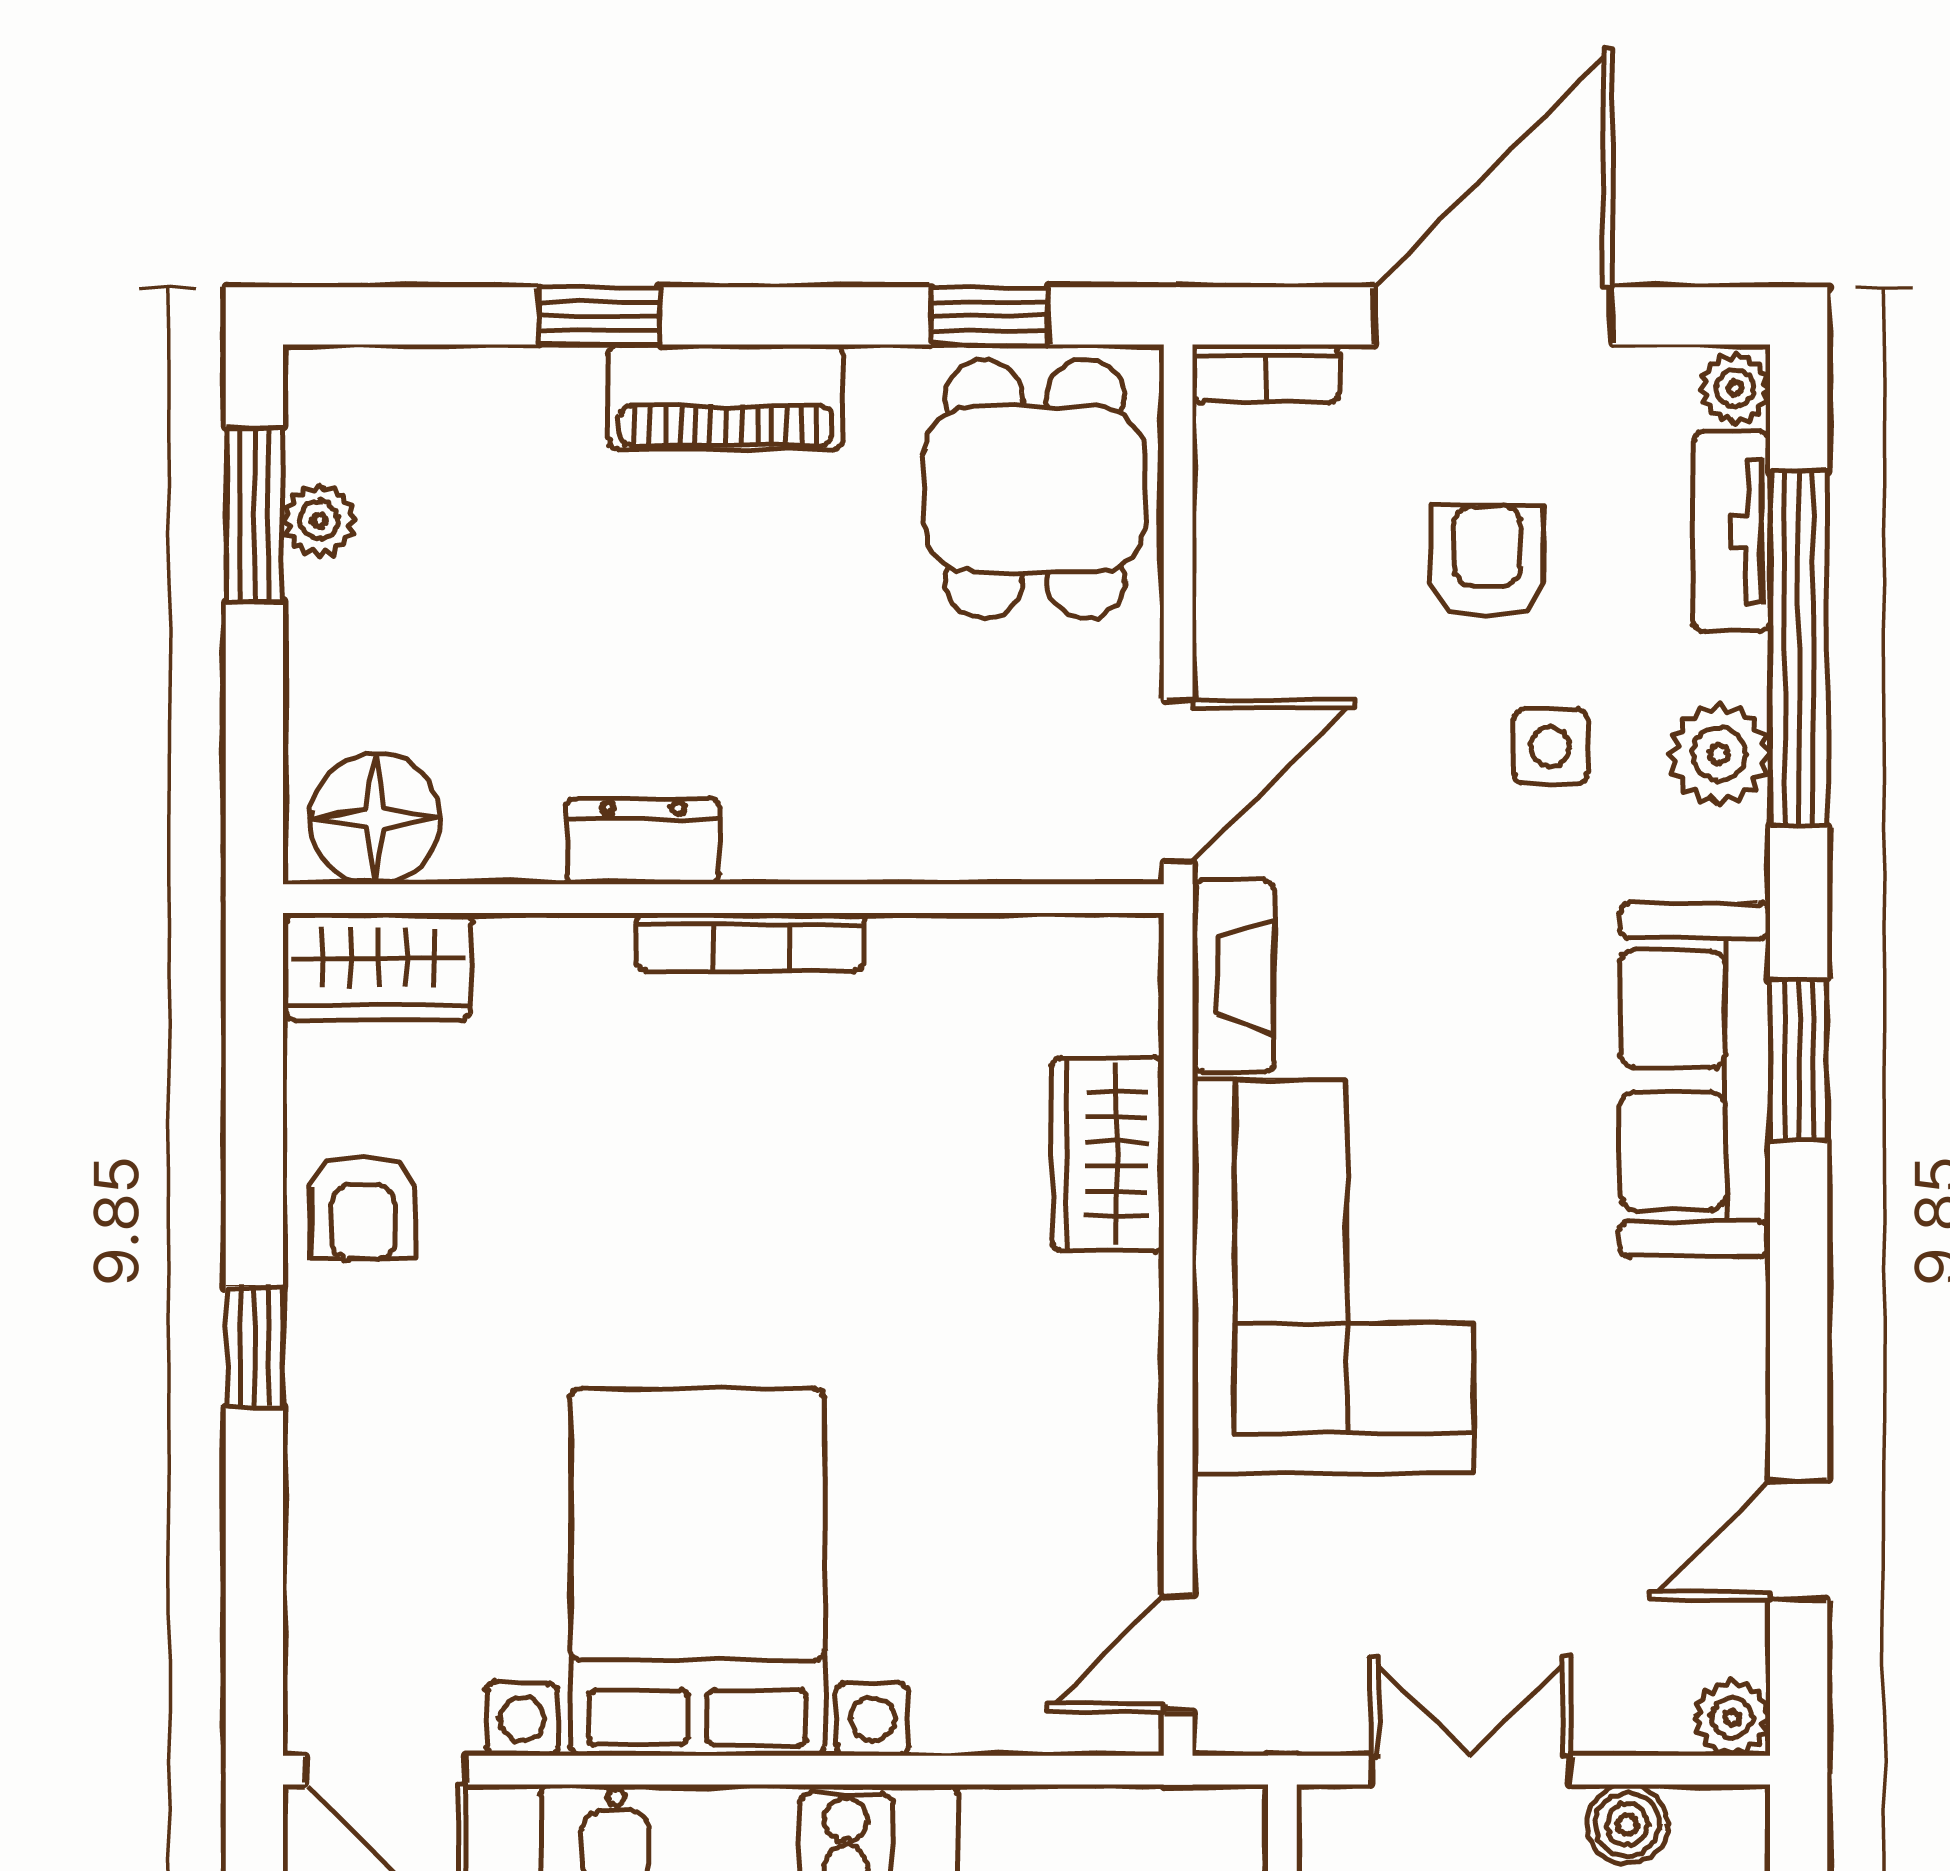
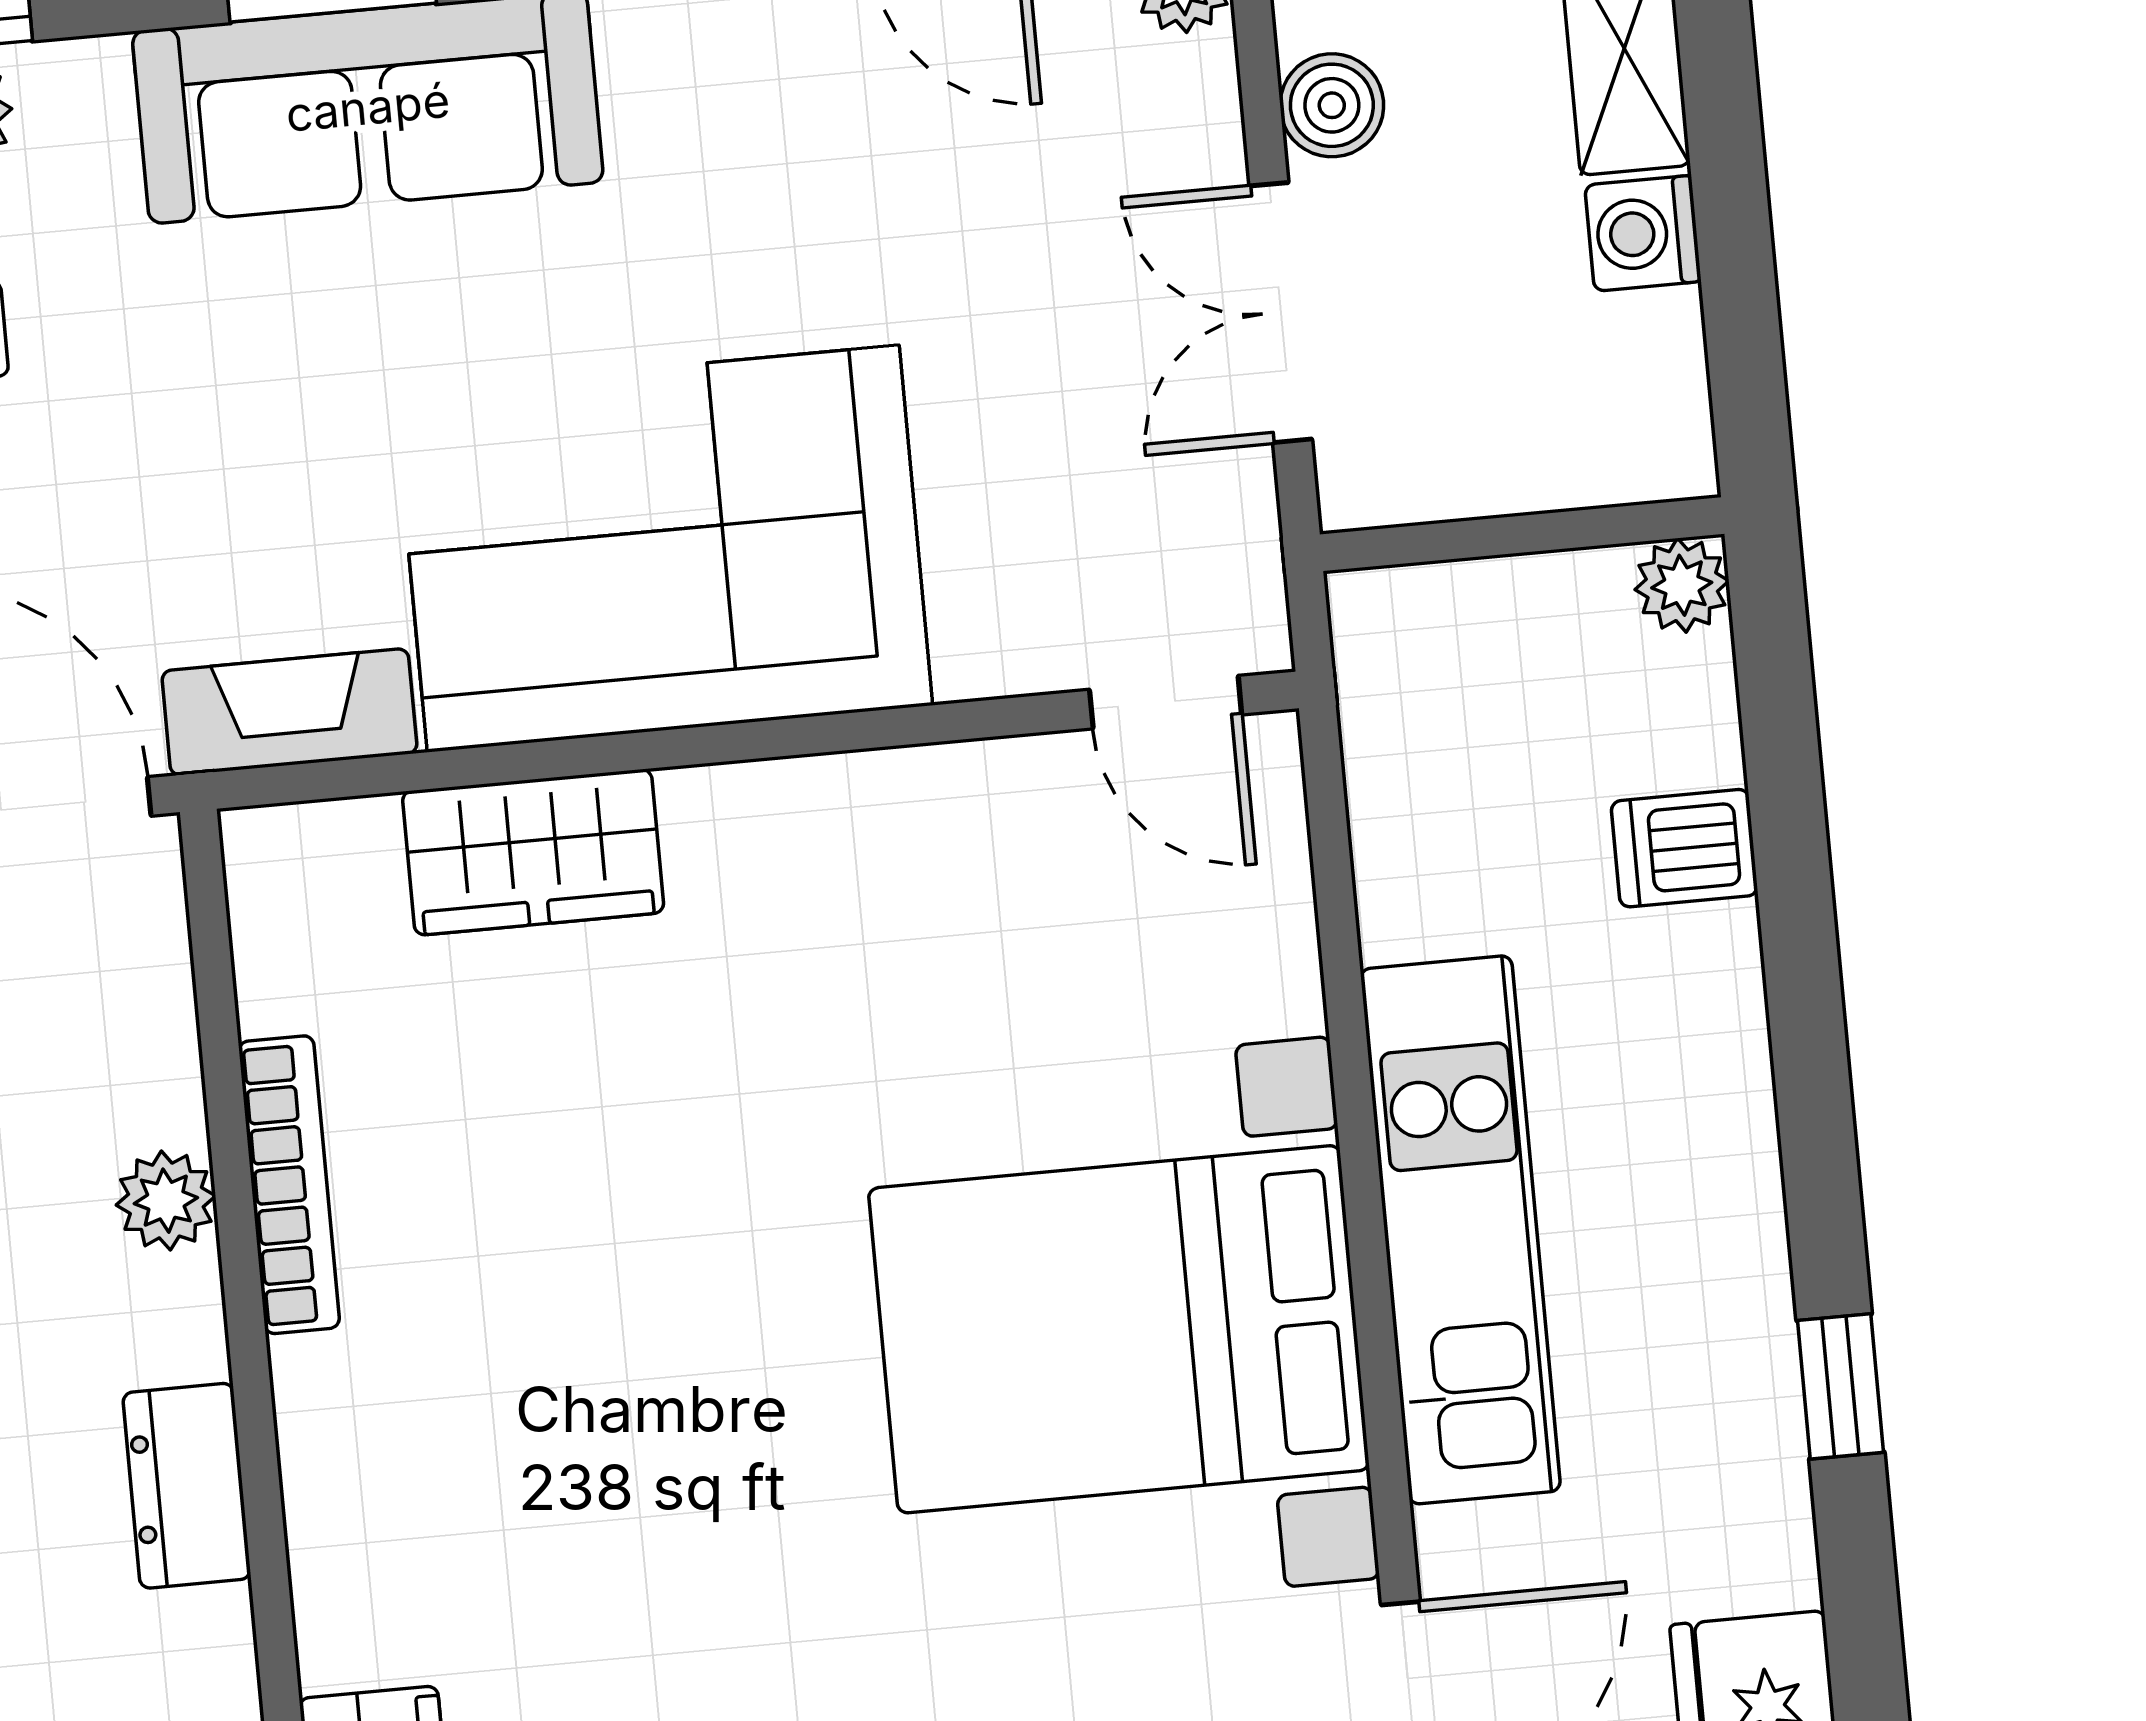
plant: (865, 846) -> (166, 1201), added
bookcase: (750, 942) -> (289, 1185), moved

